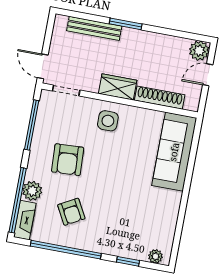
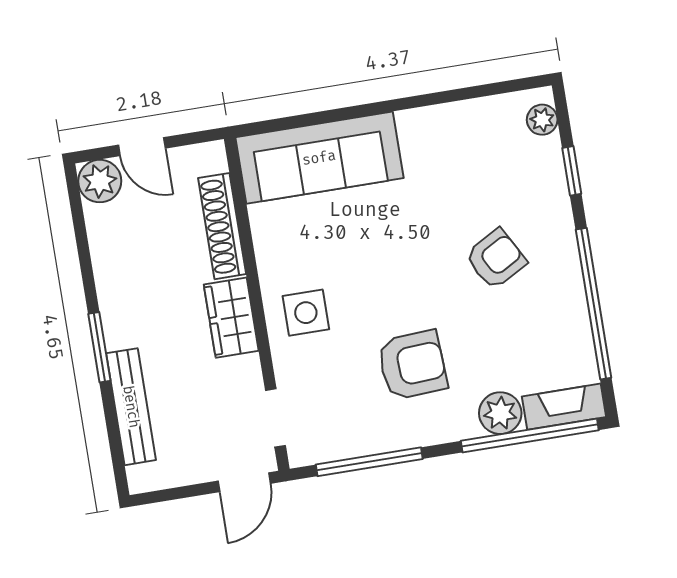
armchair: (71, 212) -> (496, 259), moved

